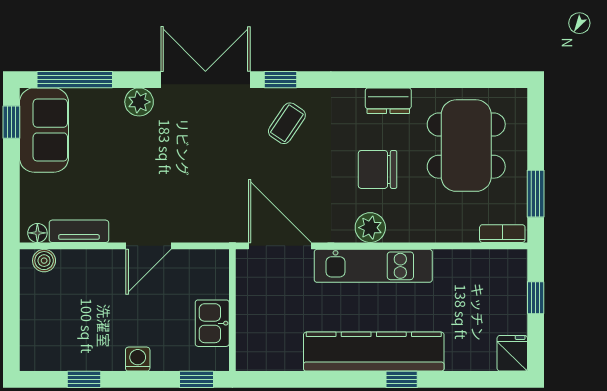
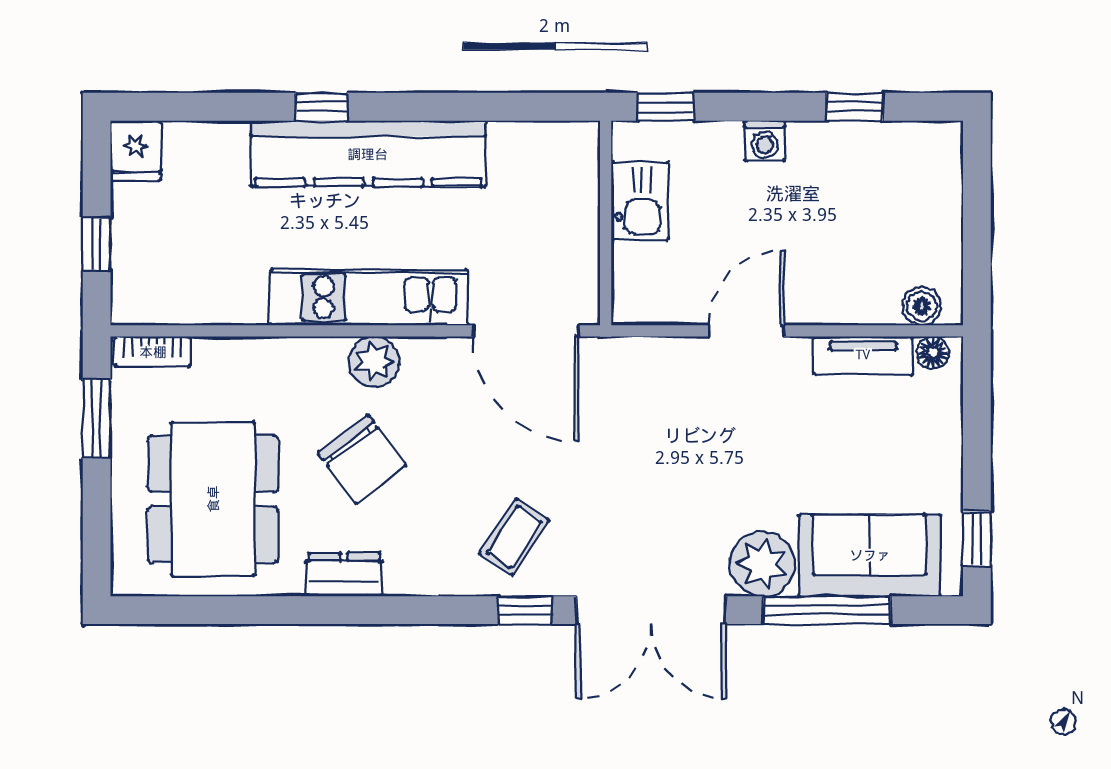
window: (75, 80) -> (827, 610), moved
plant: (139, 102) -> (762, 564), width x1.36, depth x1.36
sofa: (44, 130) -> (870, 555), moved, turned 90
chair: (377, 169) -> (362, 459), turned 53

